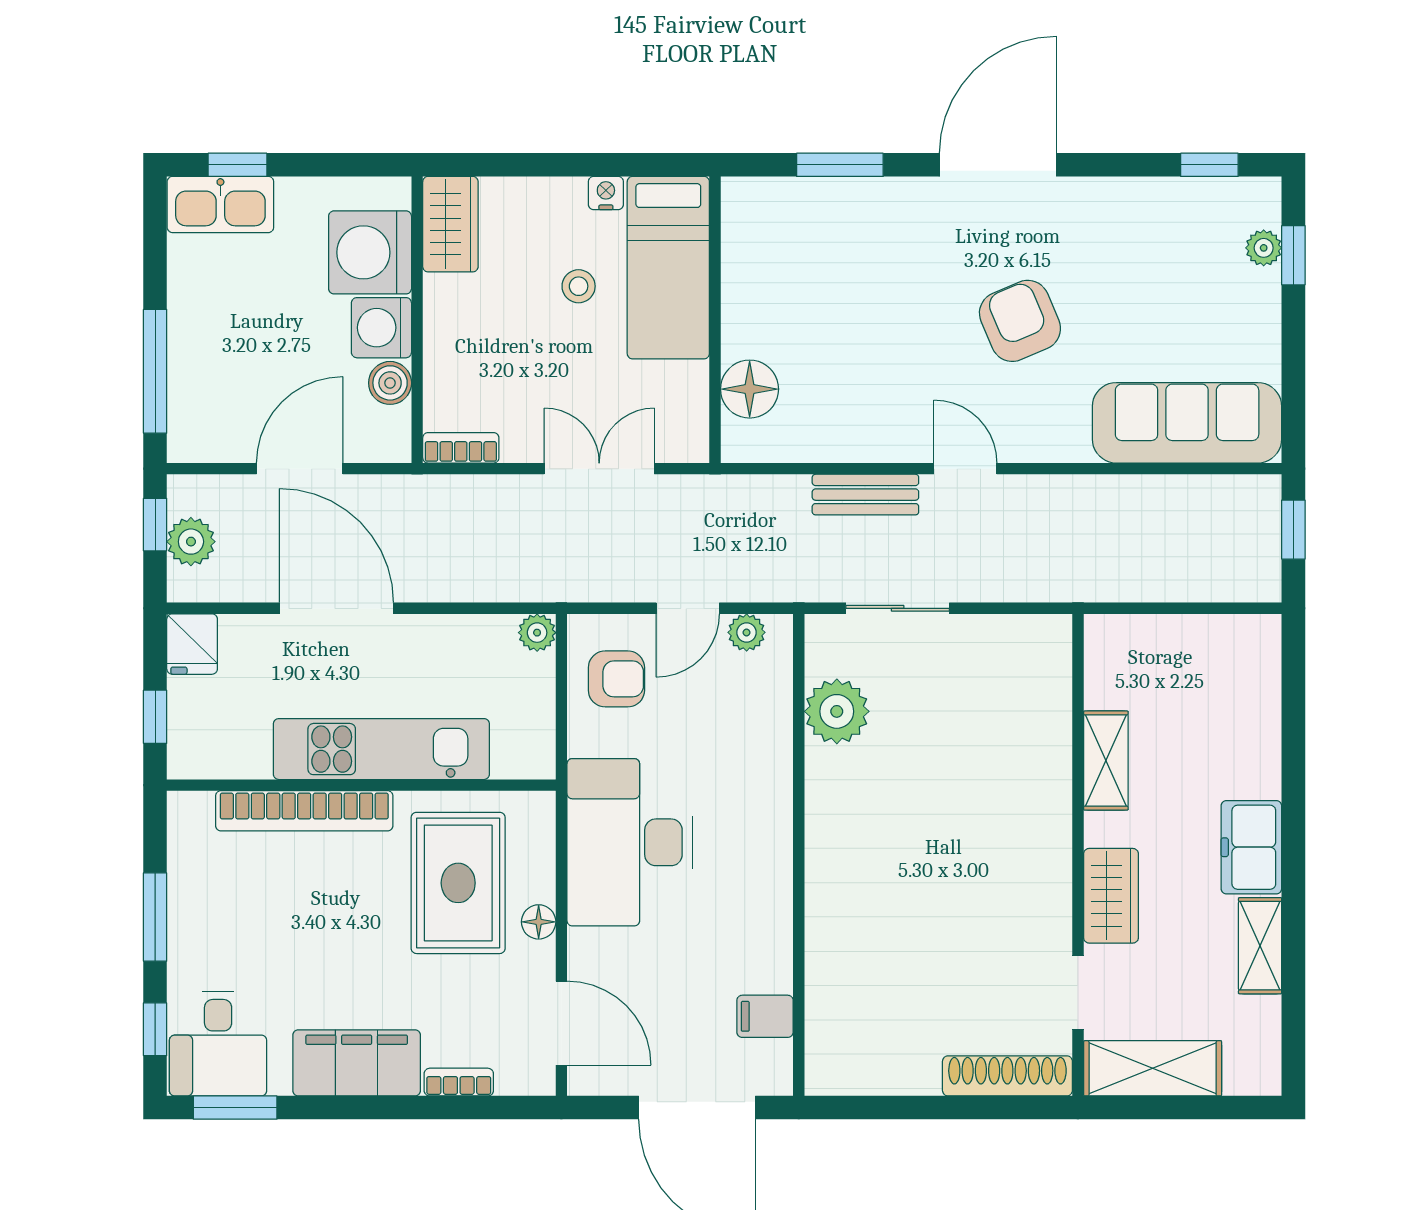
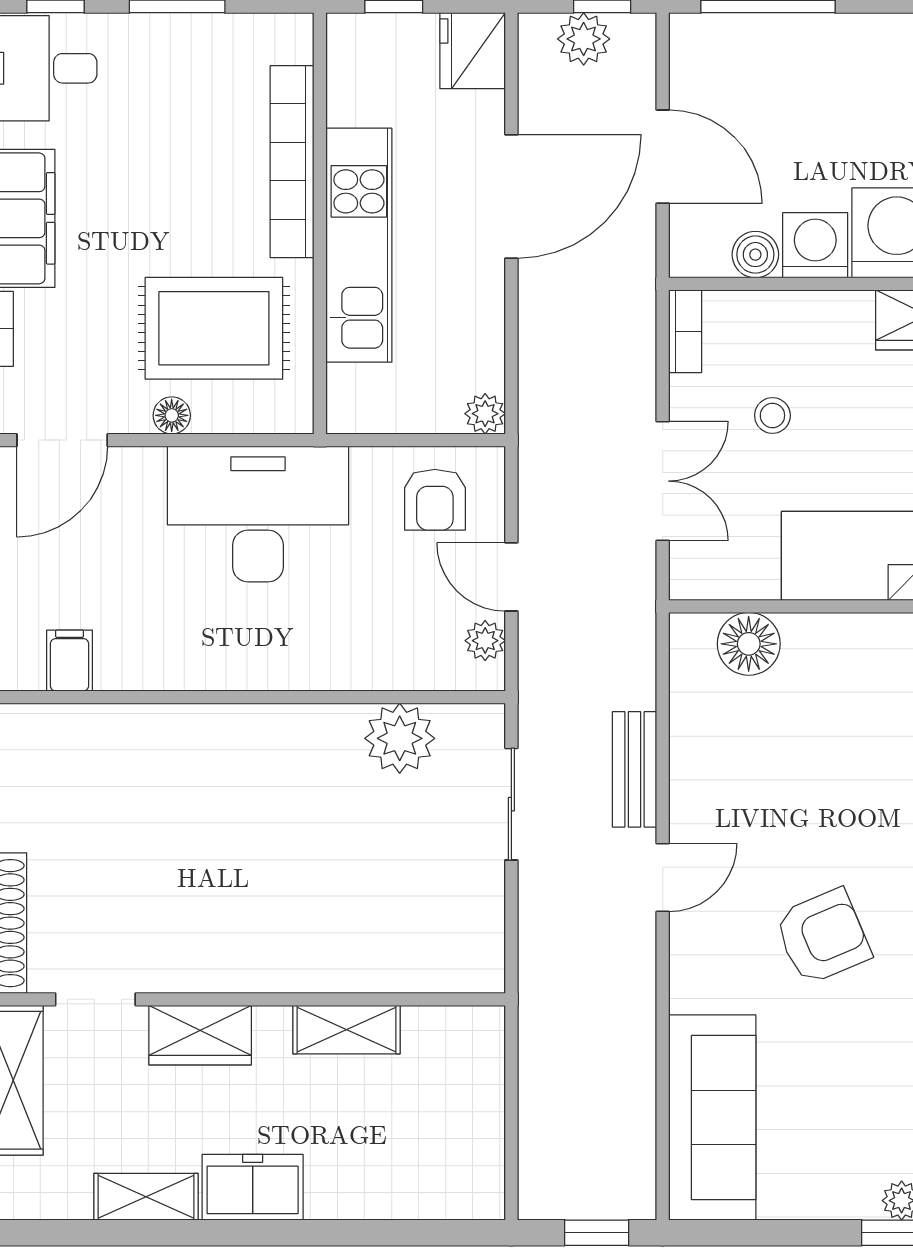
stool: (579, 286) -> (772, 416), moved
fridge: (192, 644) -> (473, 51), width x1.38

